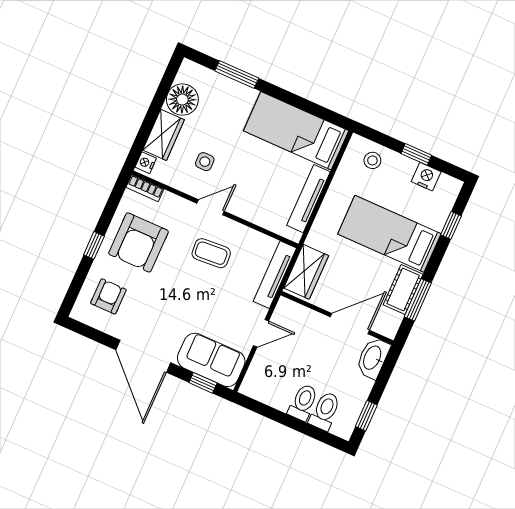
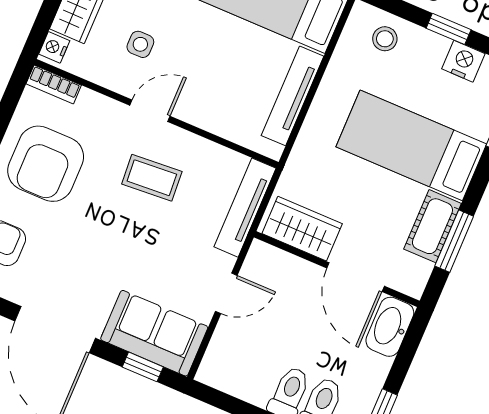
wardrobe: (306, 272) -> (302, 229), moved, turned -90
door: (350, 324) -> (356, 277), swing flipped

